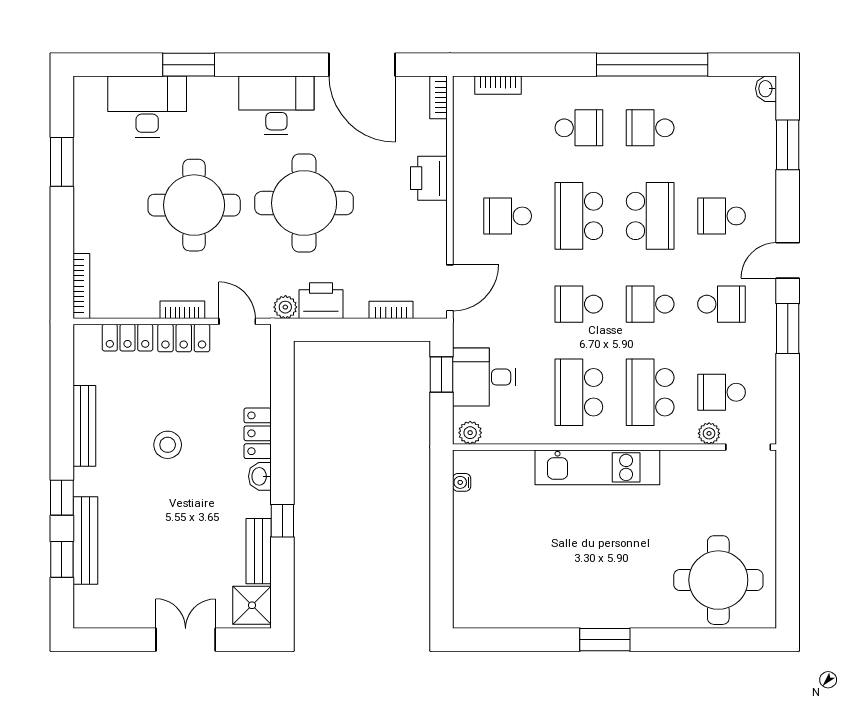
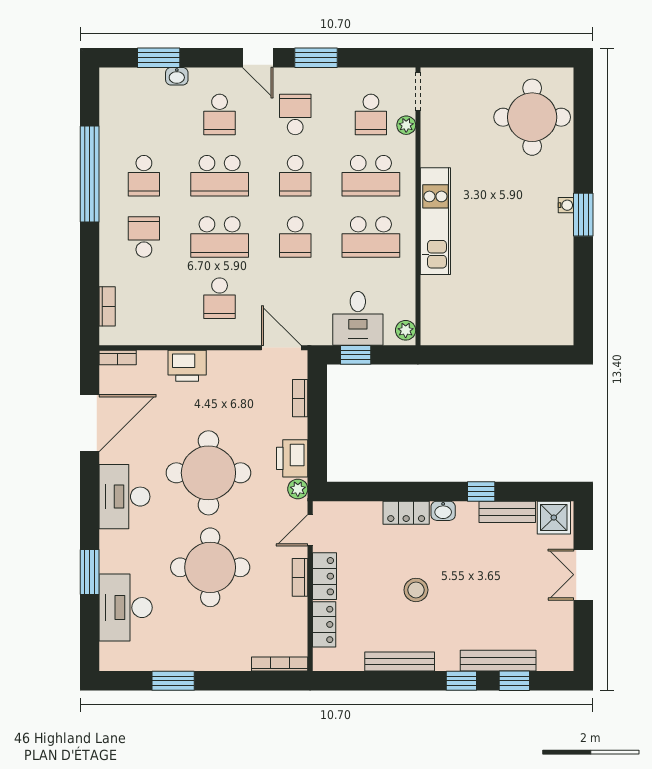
washbasin: (766, 89) -> (177, 76), moved
school desk: (650, 216) -> (220, 176), turned 180
water cooler: (462, 482) -> (566, 205), moved, turned -90

